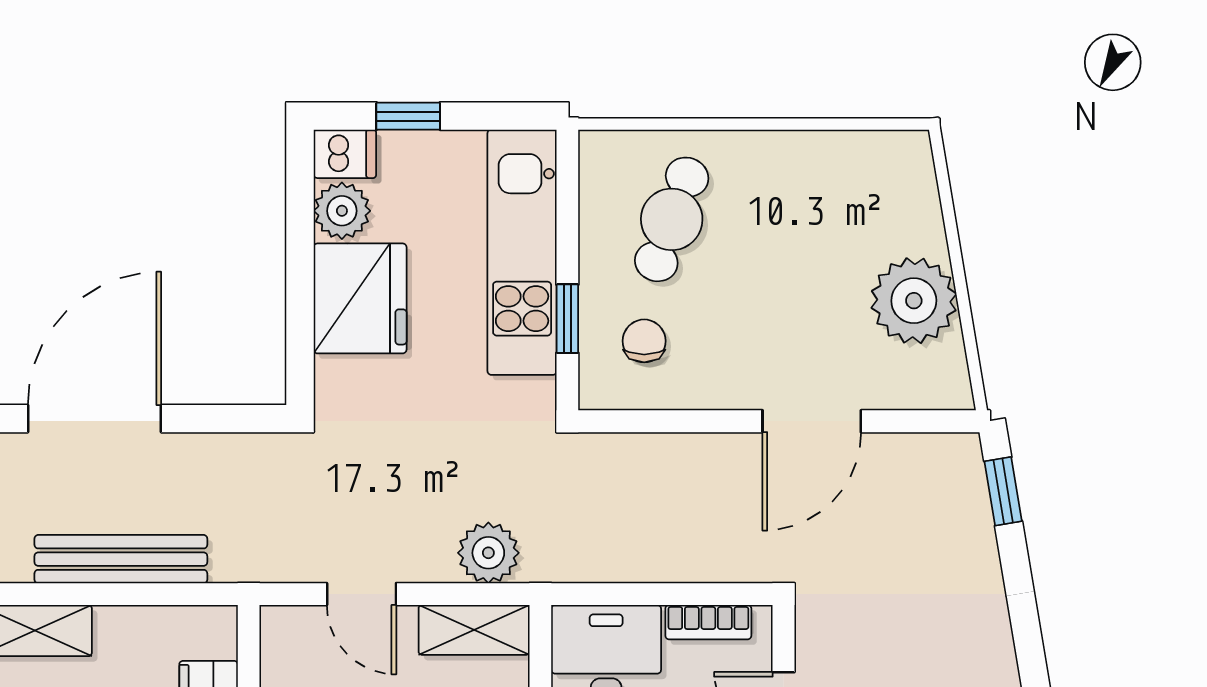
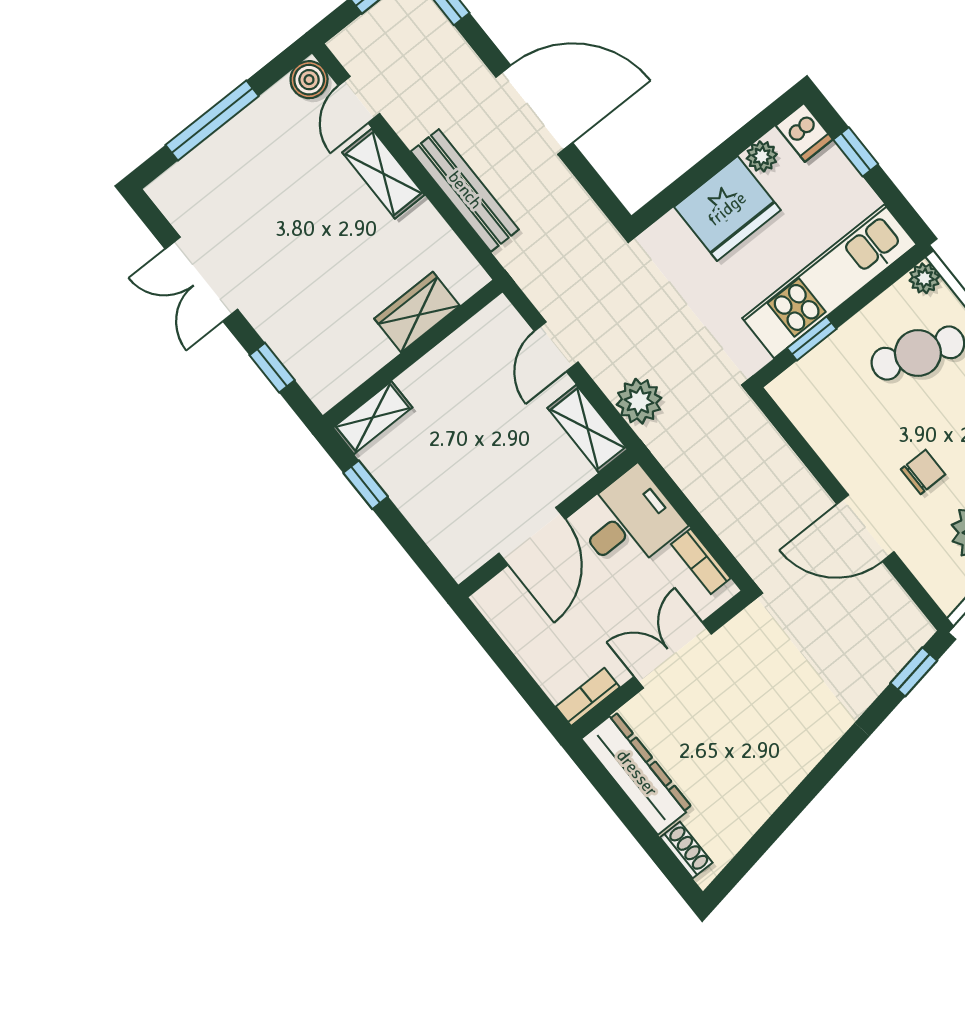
plant: (599, 150) -> (924, 278), added
plant: (342, 211) -> (762, 156), width x0.73, depth x0.73
chair: (644, 341) -> (923, 472), moved

